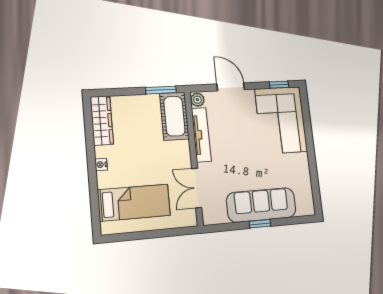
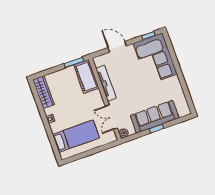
plant: (197, 100) -> (124, 133), moved

